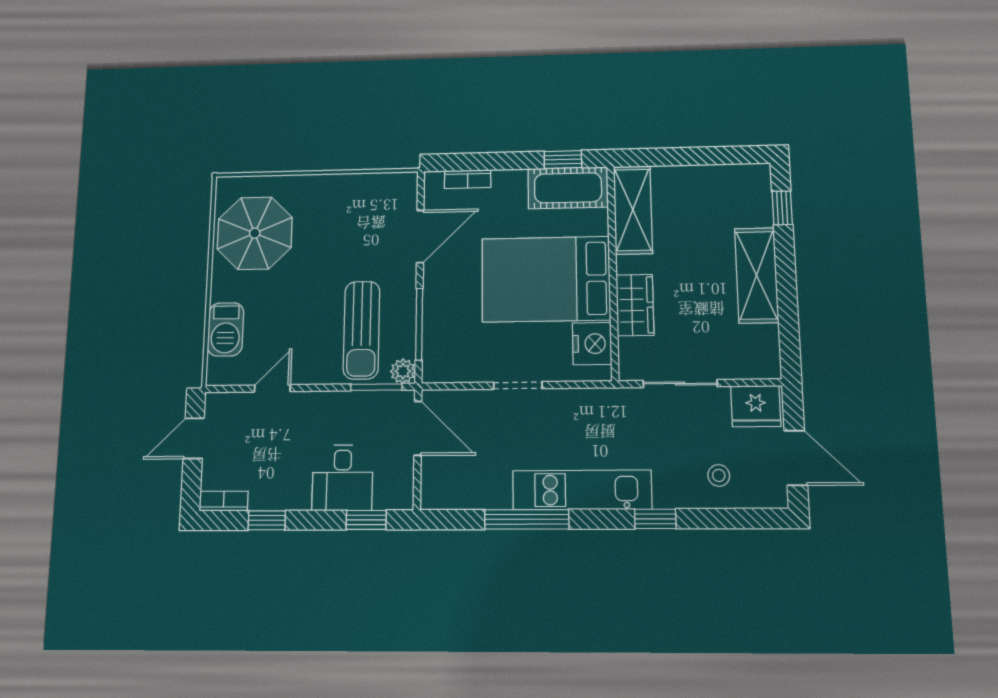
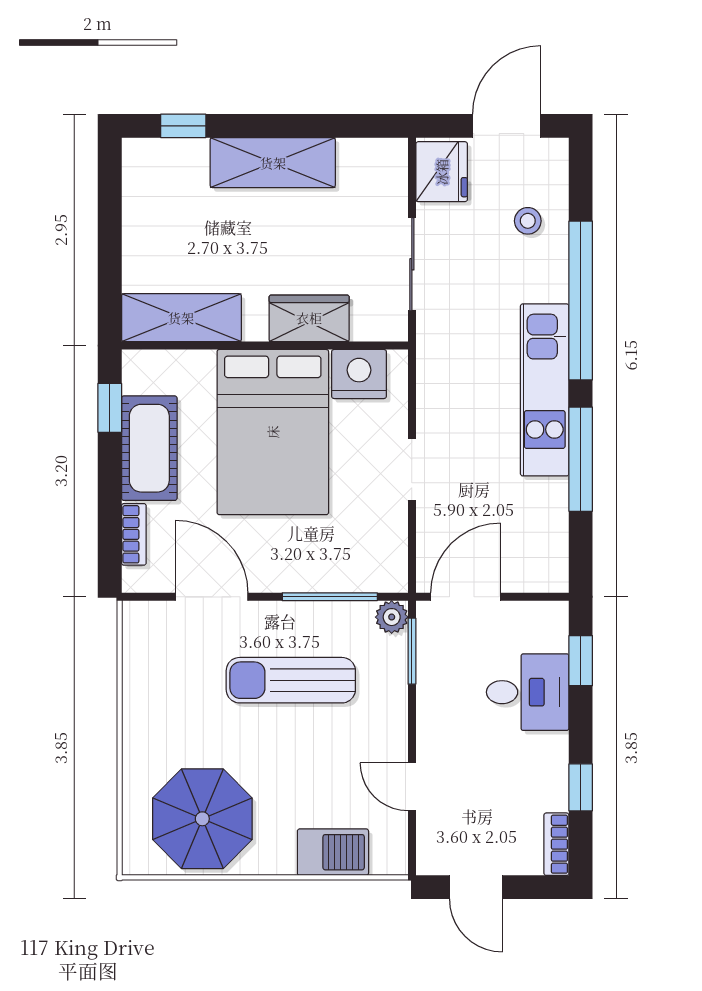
cot: (568, 188) -> (149, 448), moved
sun lounger: (362, 330) -> (291, 680), moved, turned 180
window: (655, 519) -> (581, 301), width x3.17

